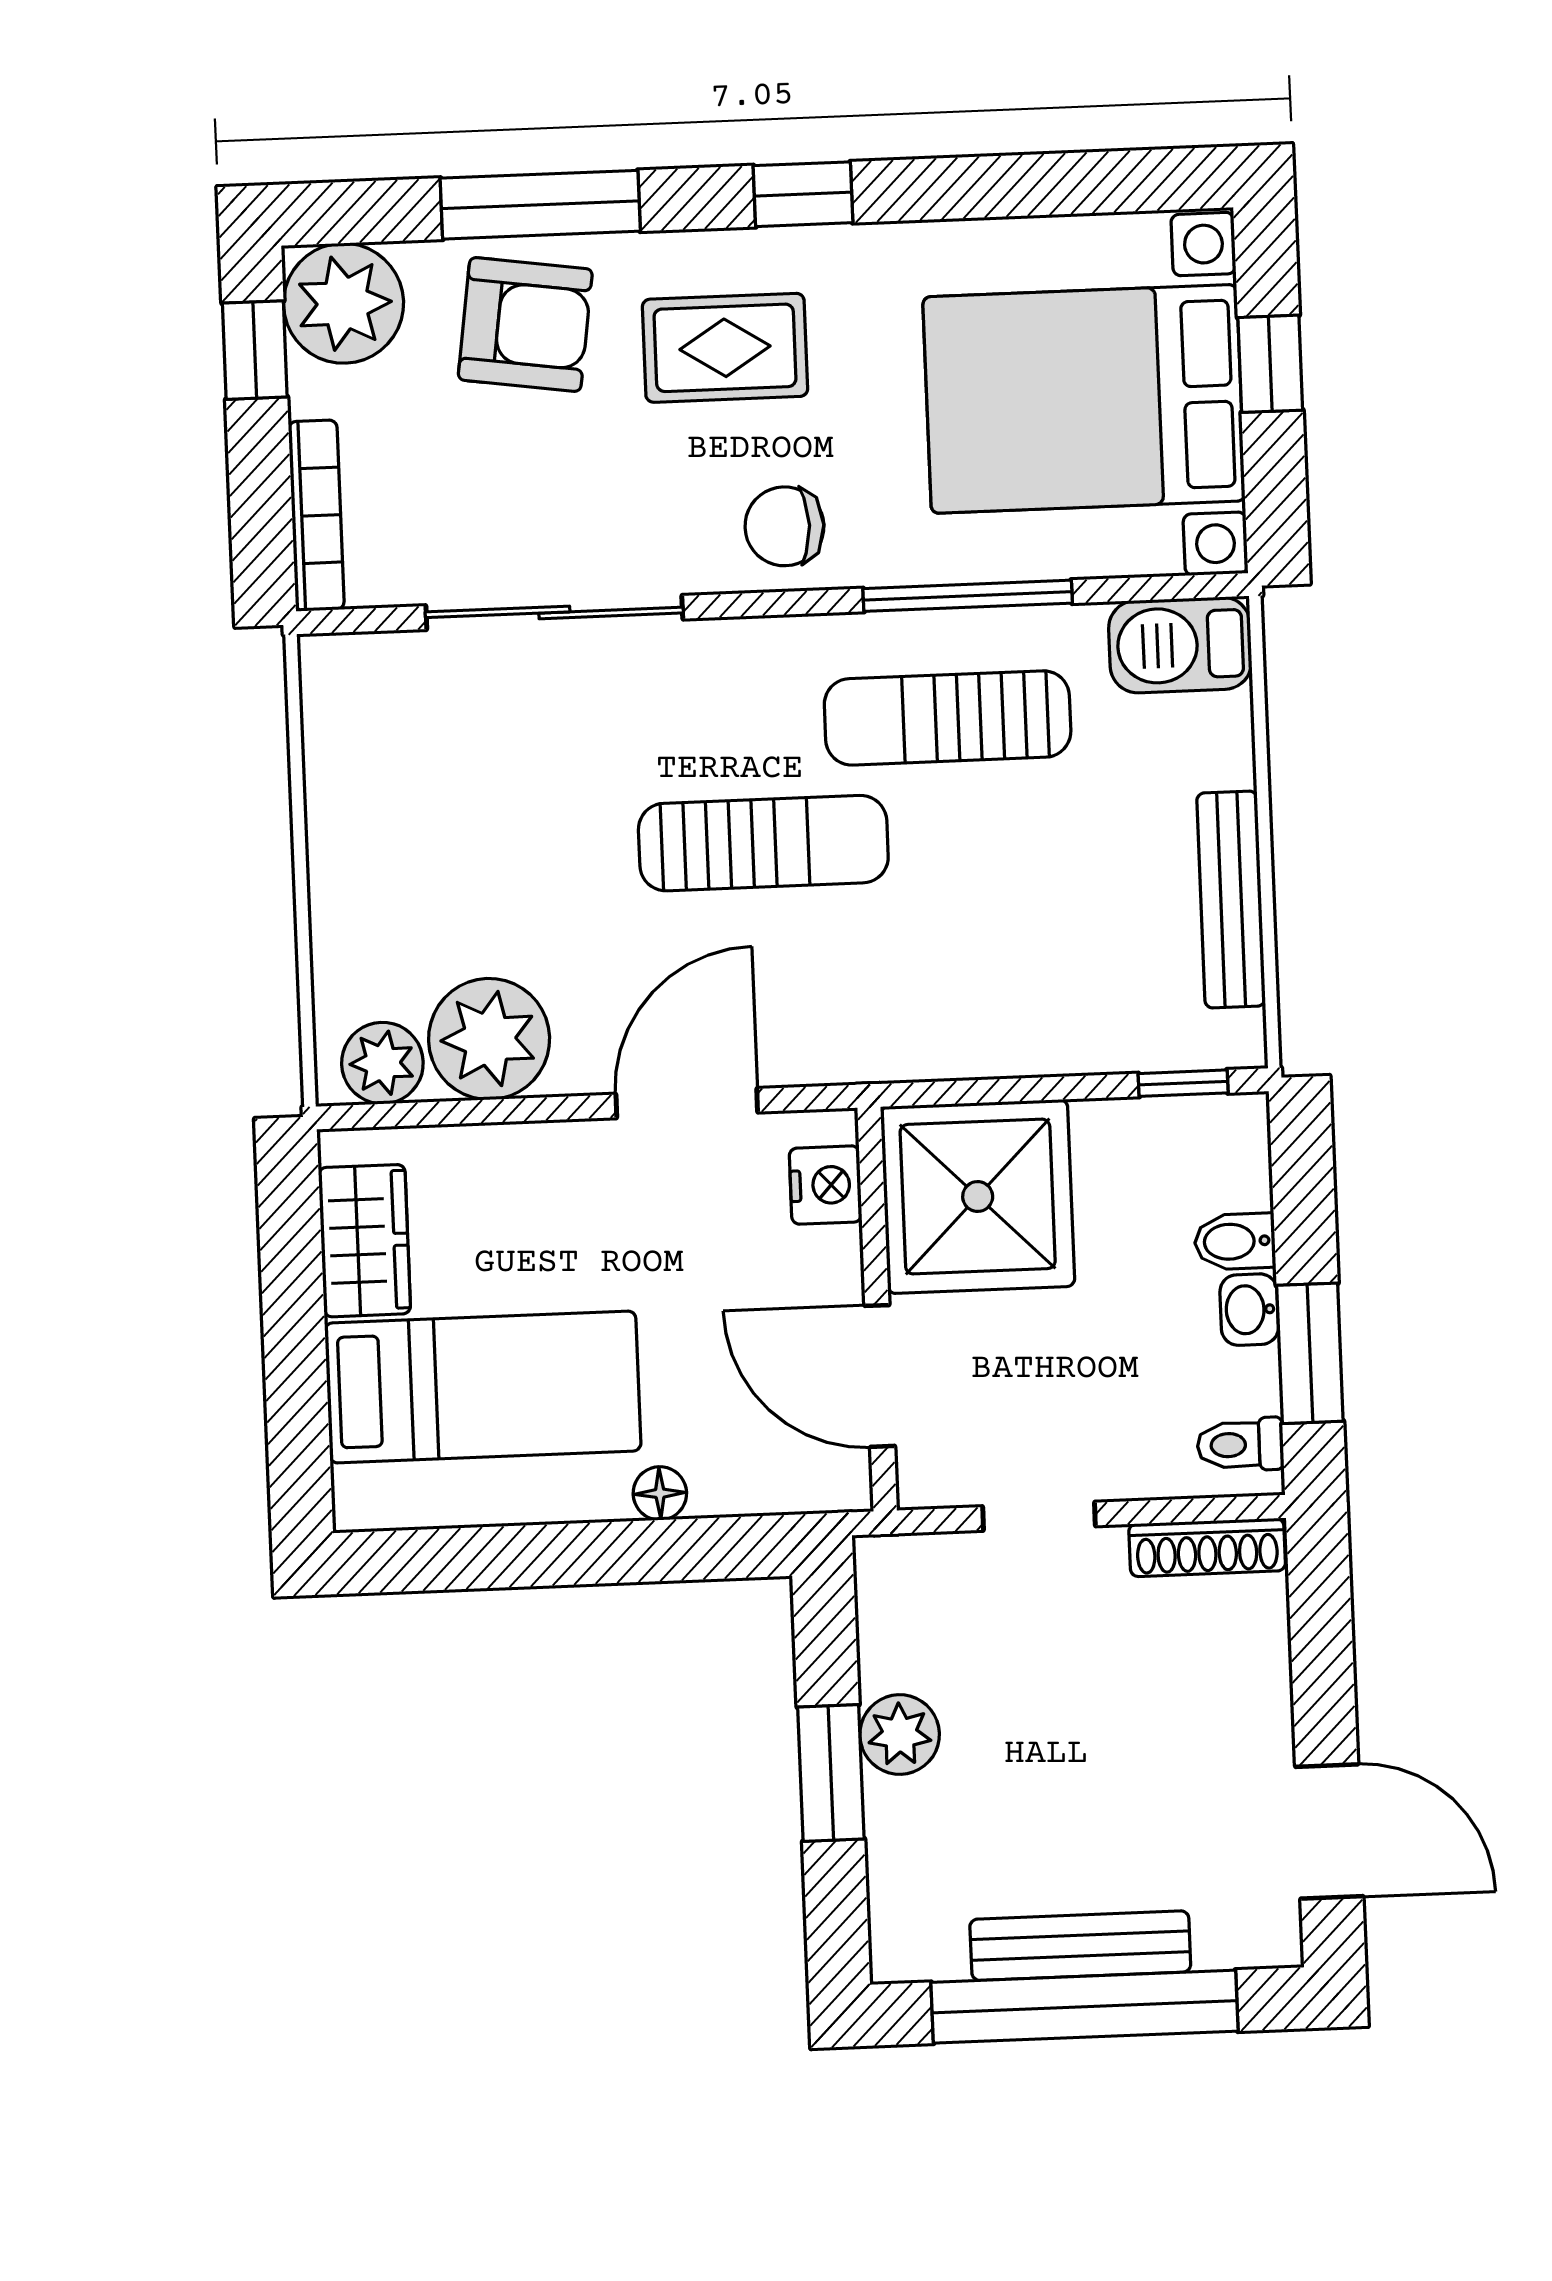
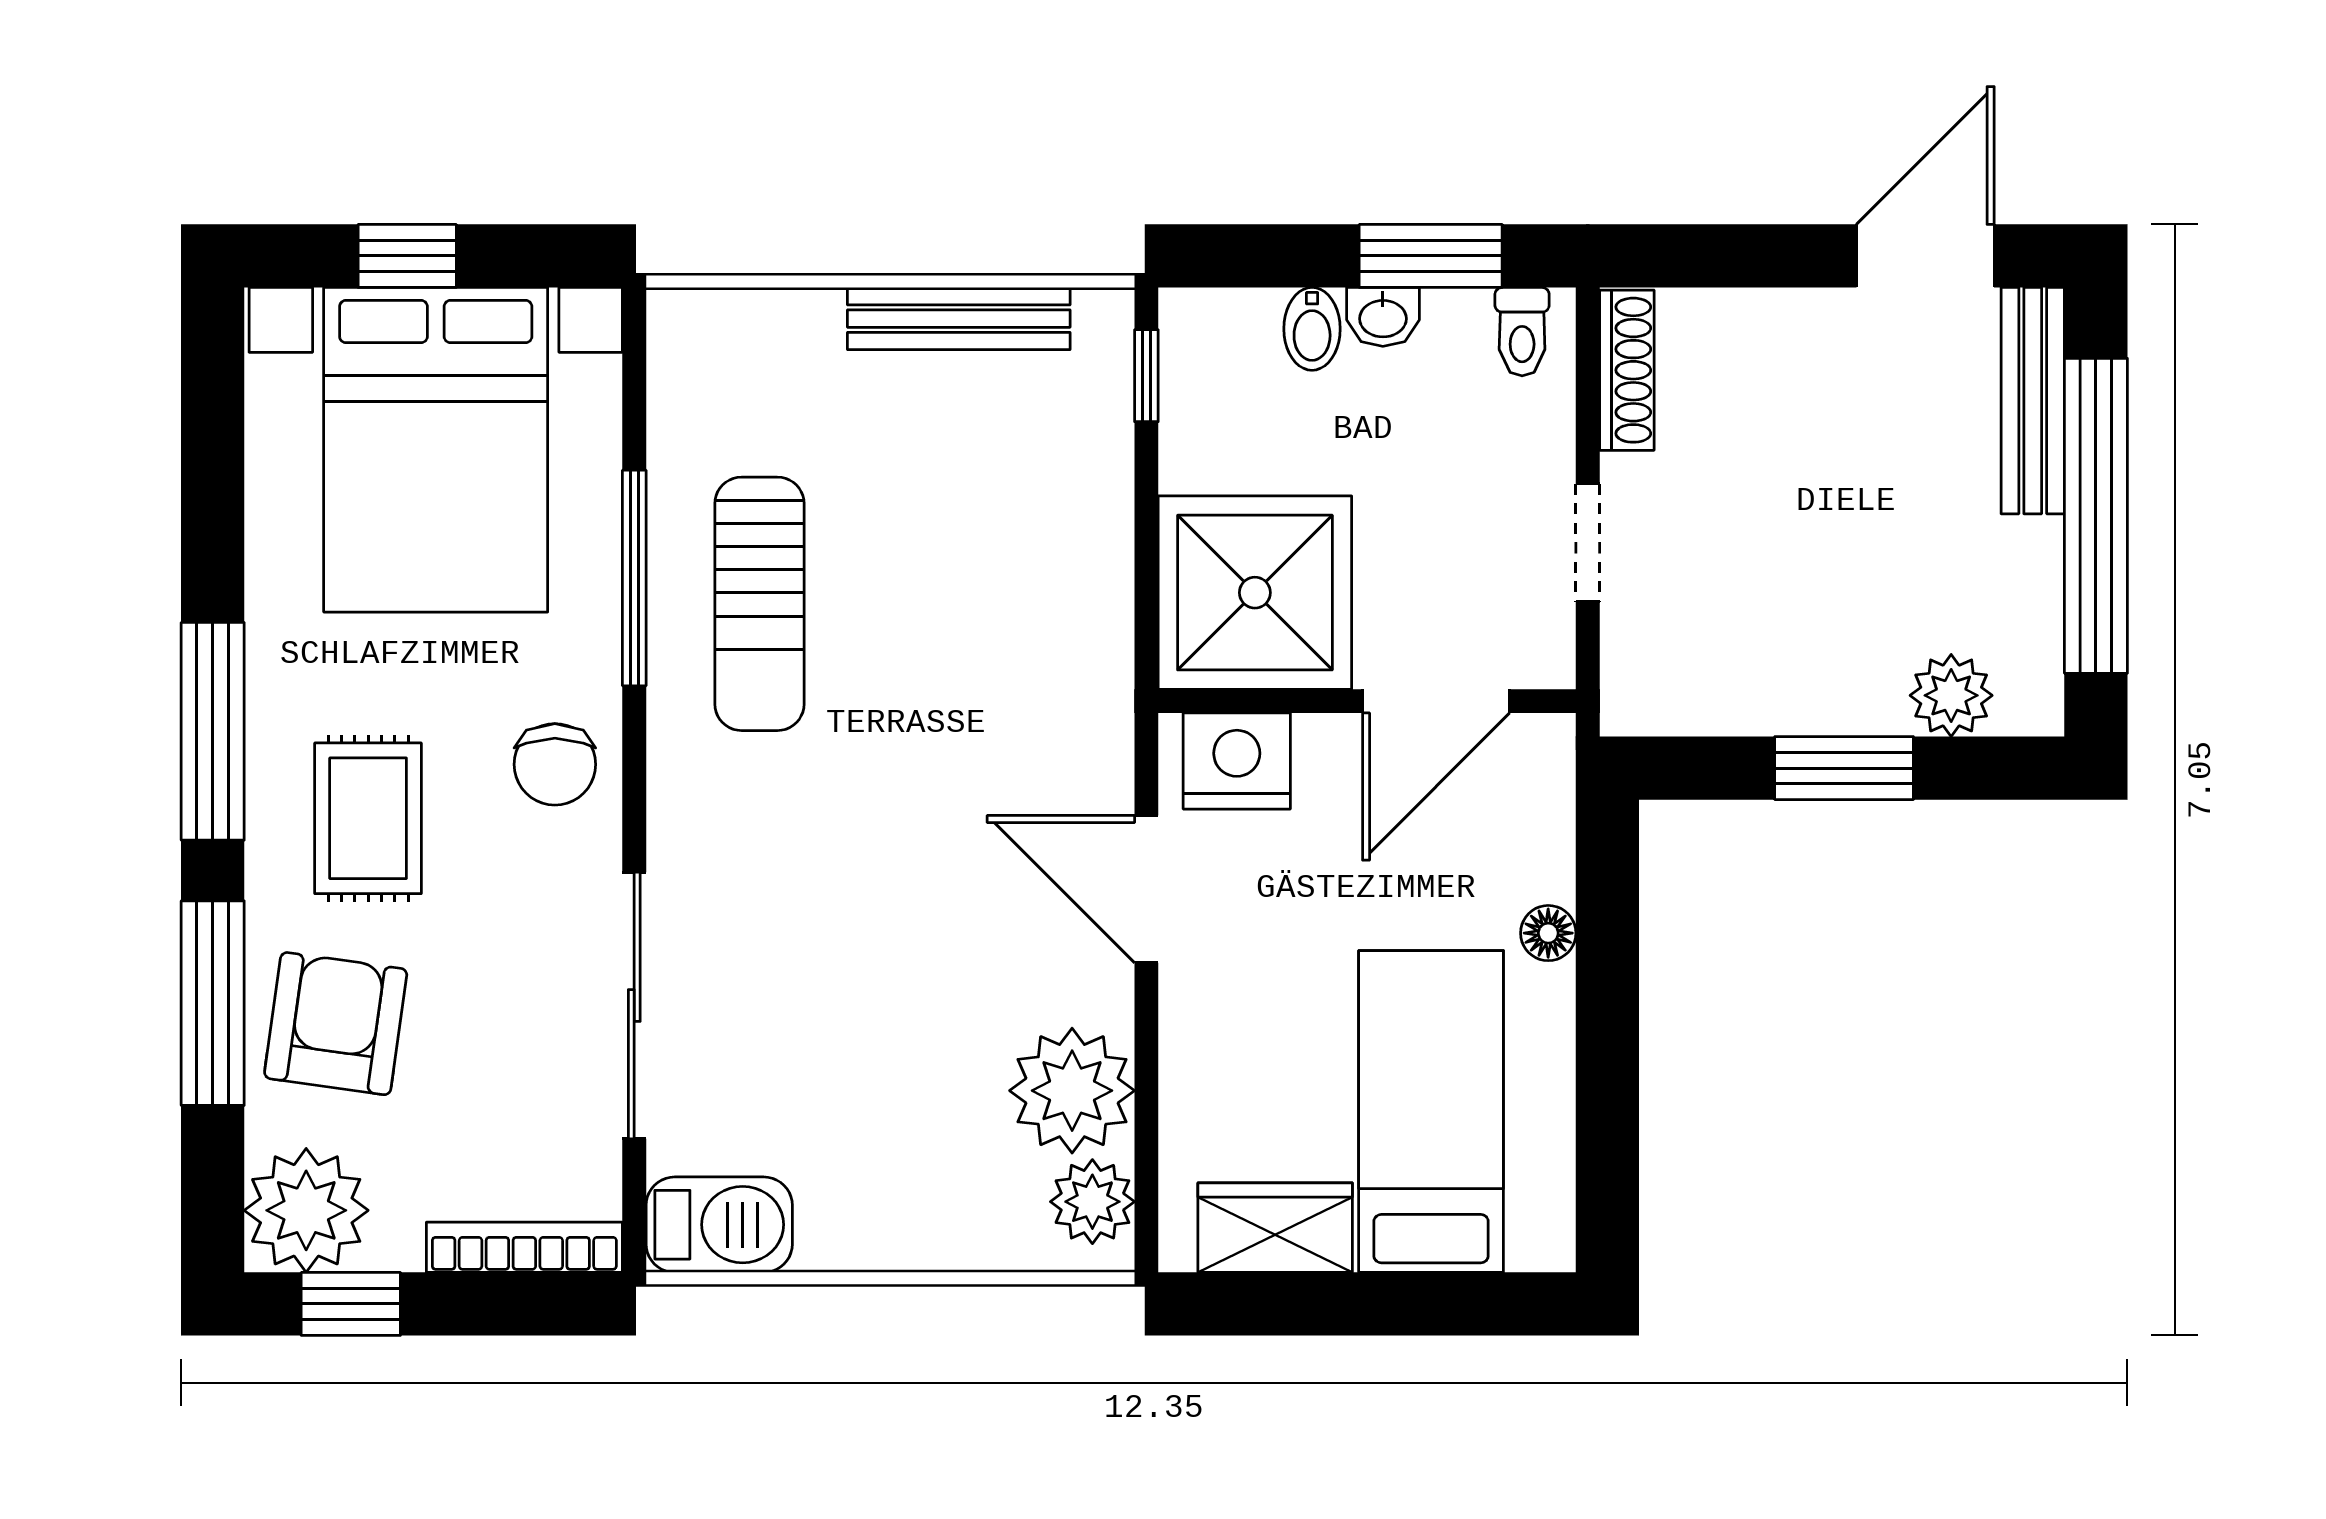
window: (803, 194) -> (213, 731), width x2.17
barbecue: (1180, 645) -> (719, 1225), moved, turned -90
sun lounger: (763, 843) -> (881, 799), removed
nightstand: (826, 1185) -> (1237, 761), width x1.36, depth x1.33
plant: (900, 1734) -> (1951, 695), moved
bench: (1080, 1946) -> (2033, 401), moved

